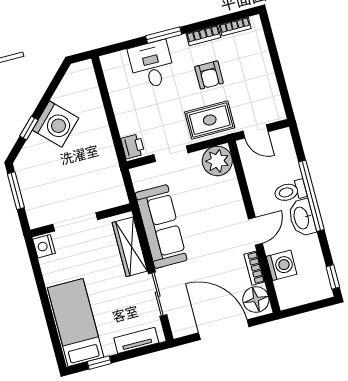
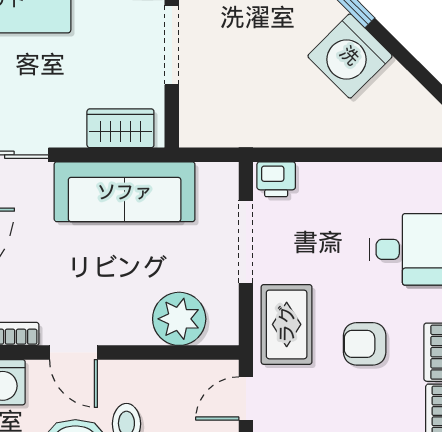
doorway: (171, 154) -> (246, 242), width x1.38
plant: (217, 161) -> (179, 319), moved
wardrobe: (130, 247) -> (120, 128), width x0.67

